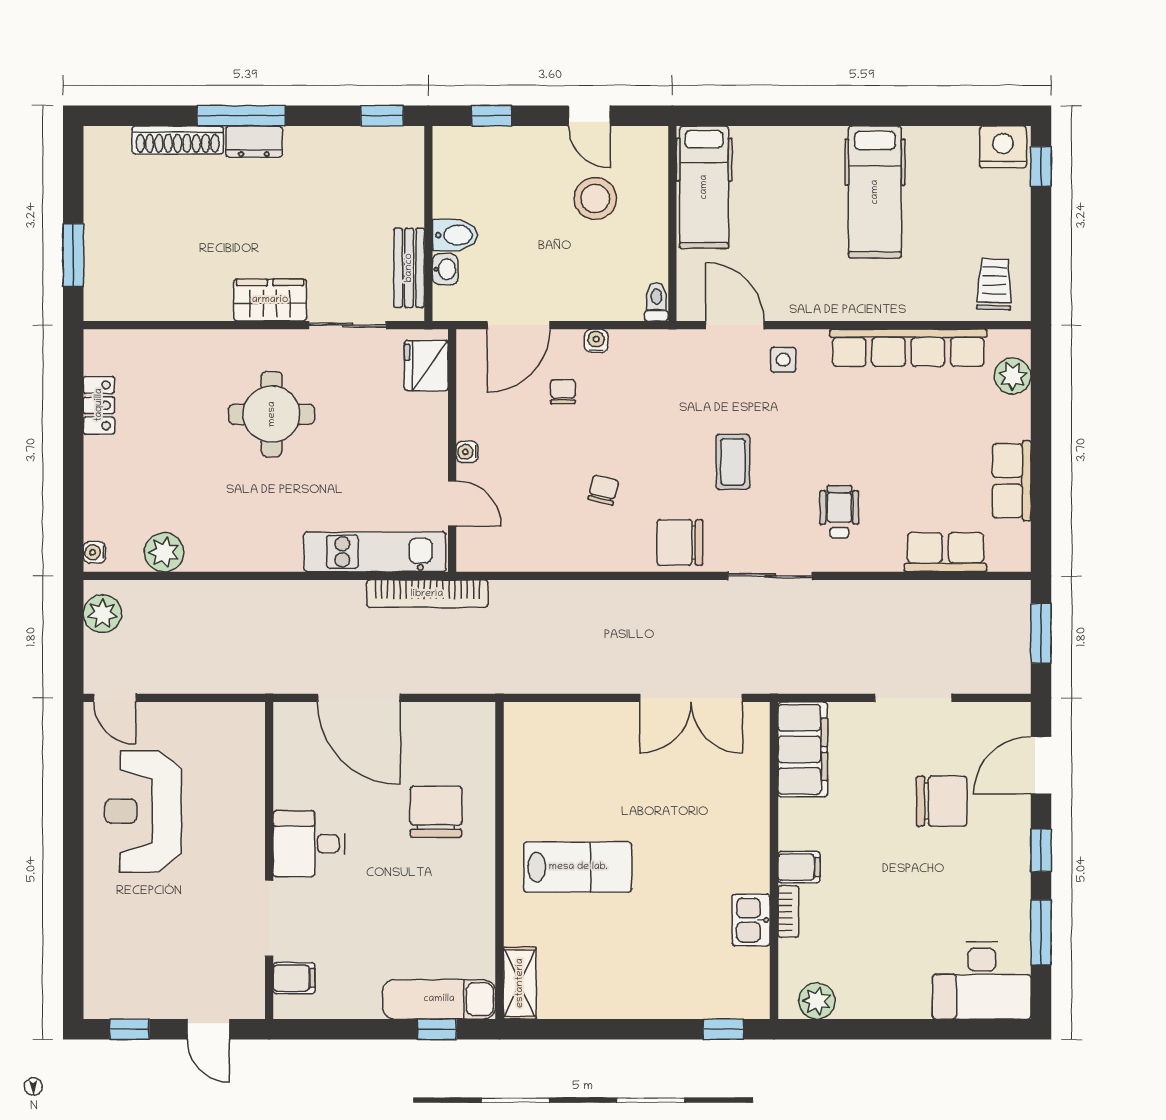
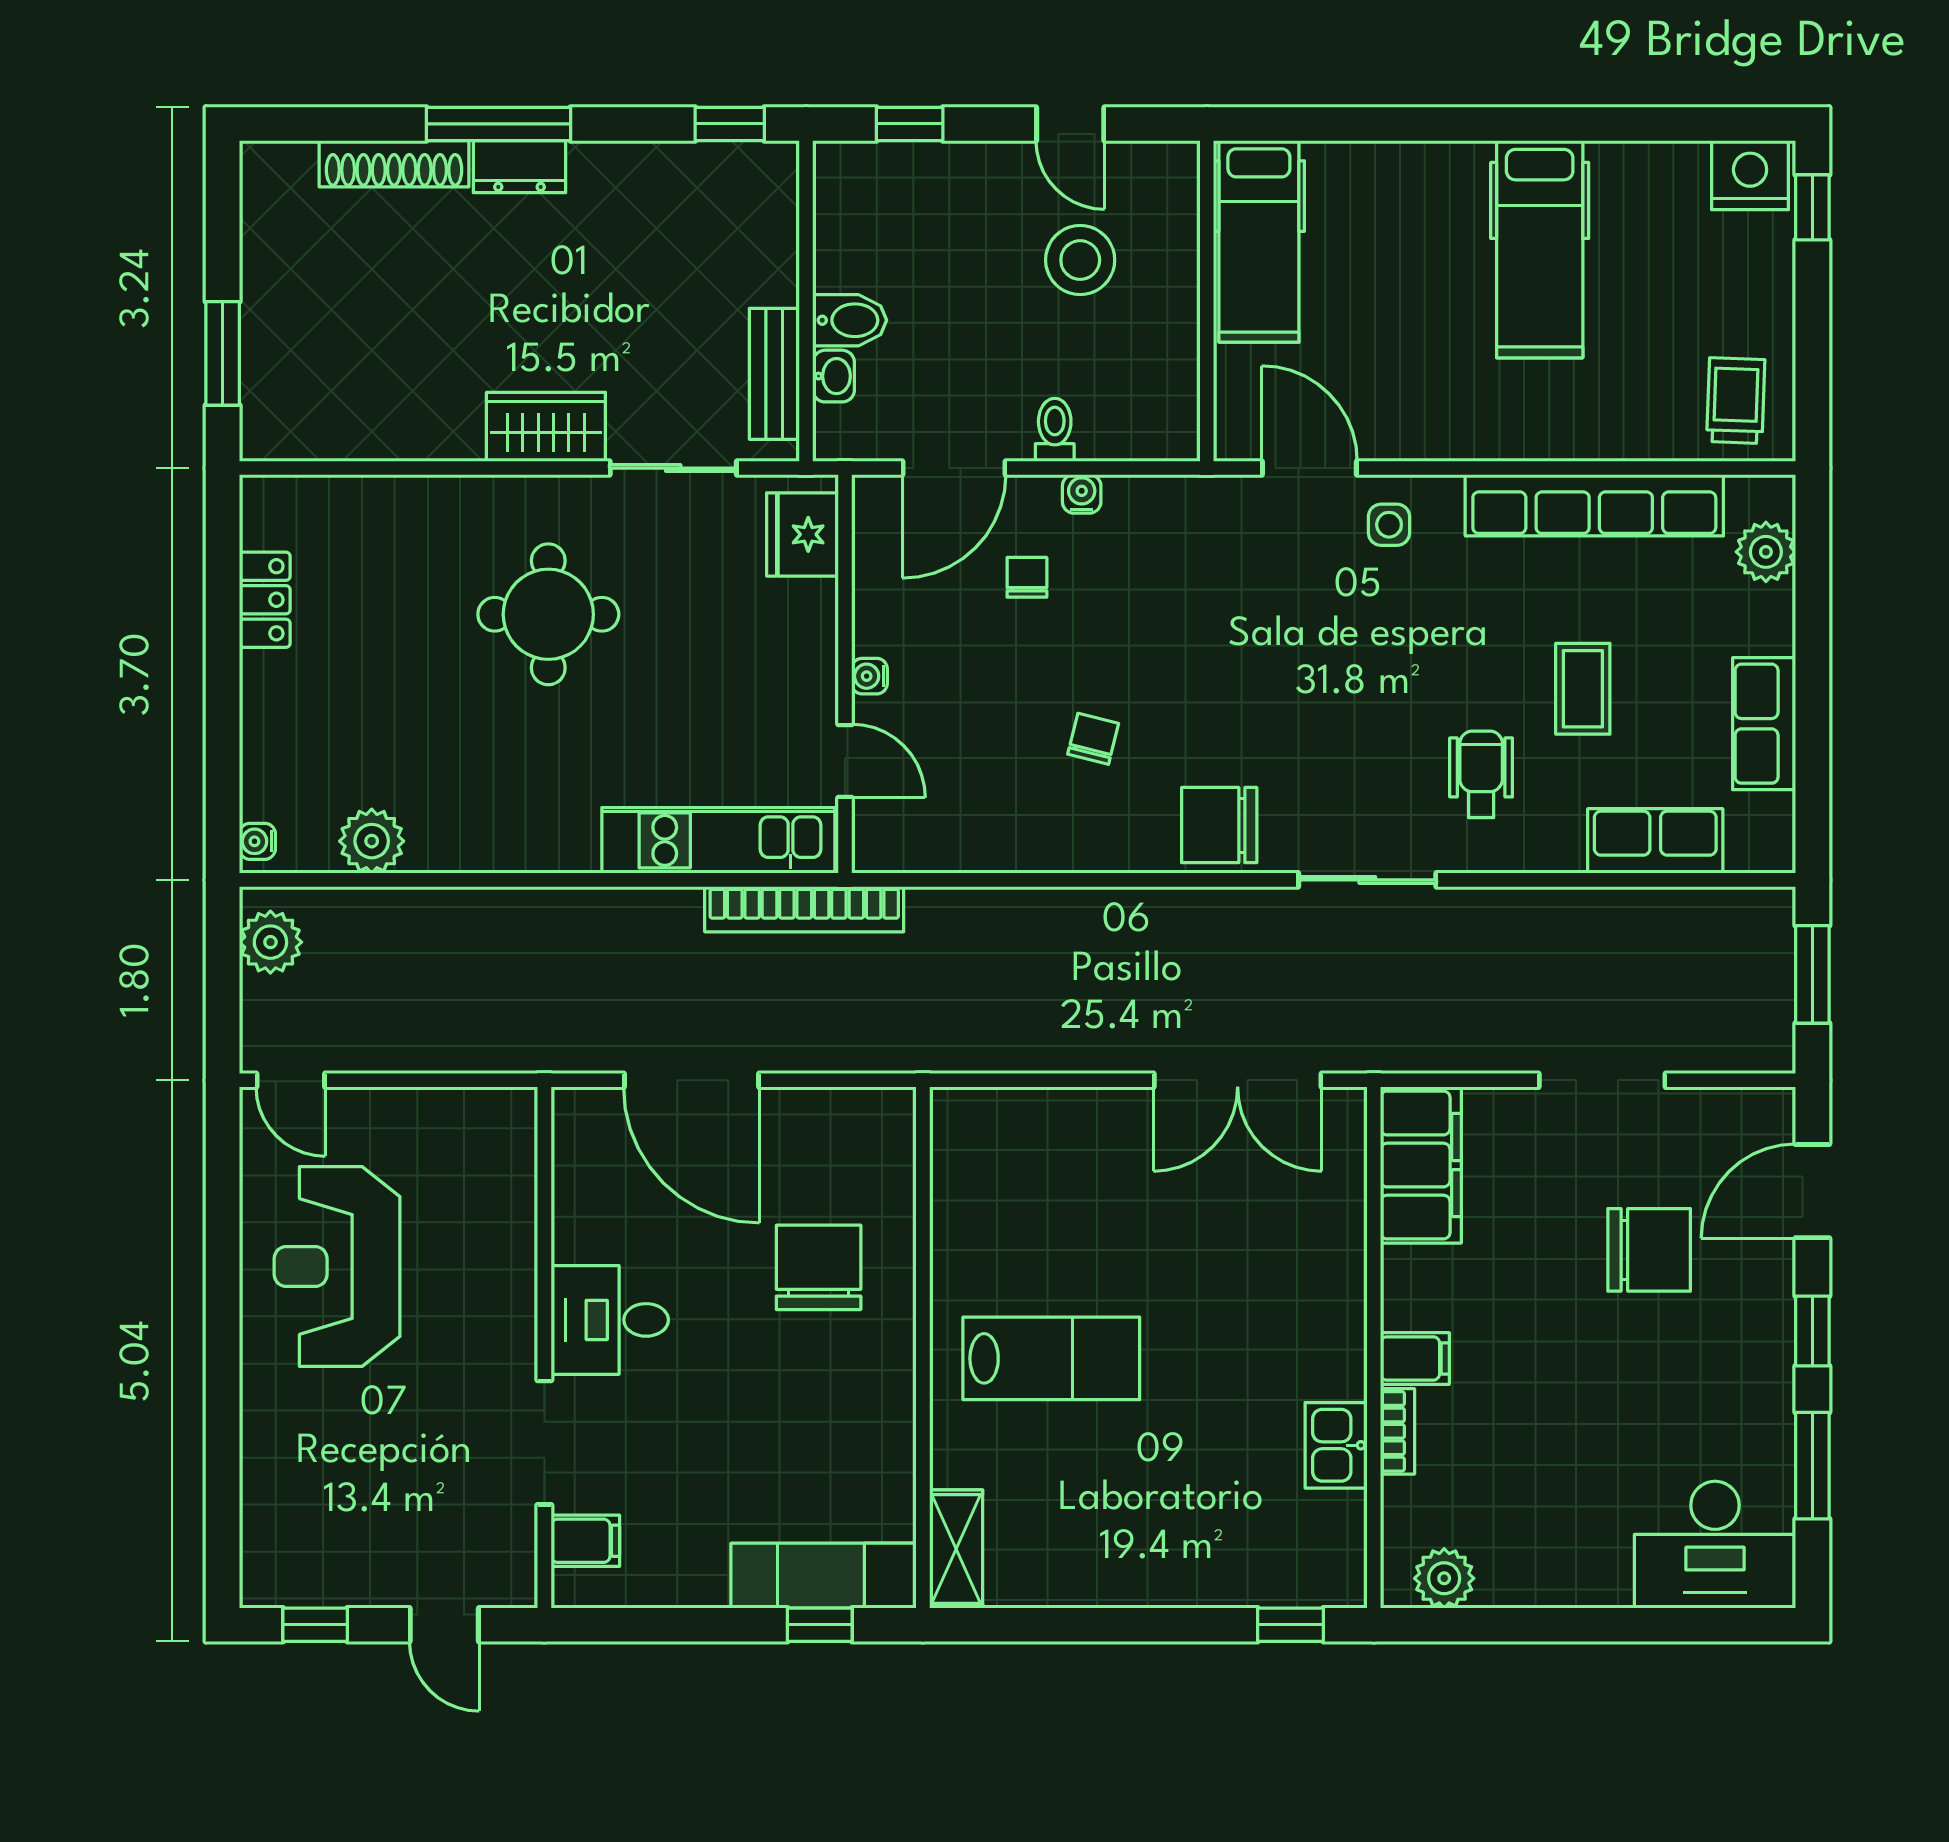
toilet: (656, 302) -> (1055, 430), moved
coffee table: (733, 462) -> (1583, 689), moved

